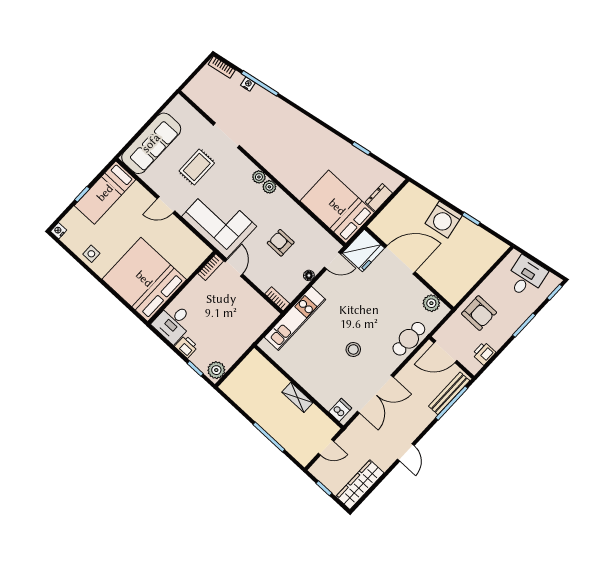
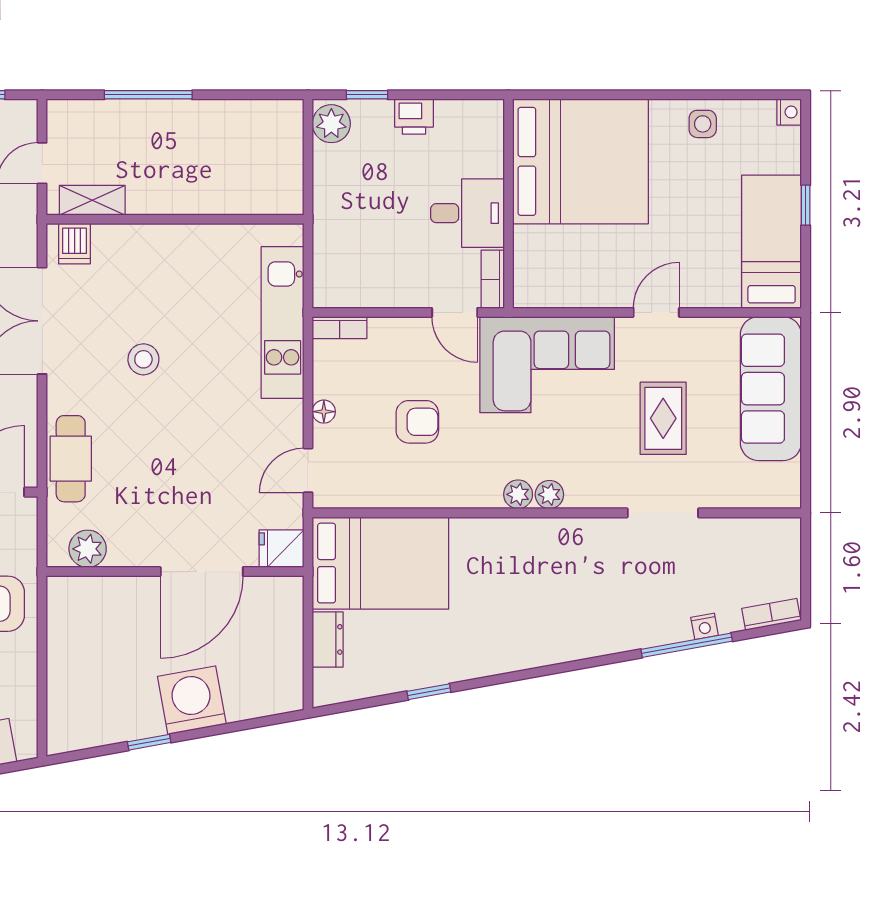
fridge: (363, 251) -> (281, 549), width x0.53, depth x0.75
desk: (173, 323) -> (468, 213), moved, turned 90
shelving: (297, 397) -> (92, 200), moved

